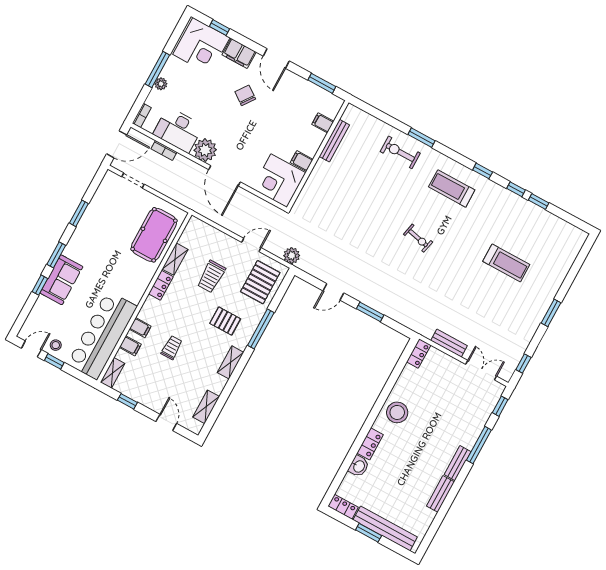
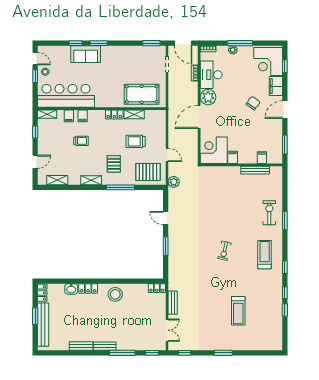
window: (79, 213) -> (151, 43), moved

